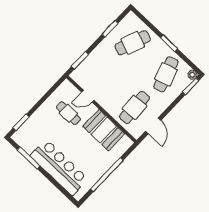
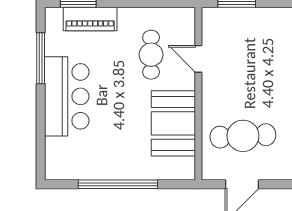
piano: (32, 124) -> (90, 19), added
bar counter: (59, 167) -> (67, 96), width x0.73

